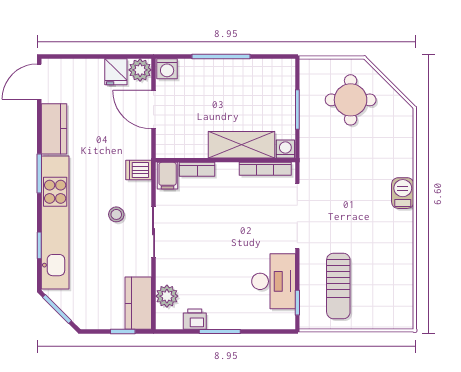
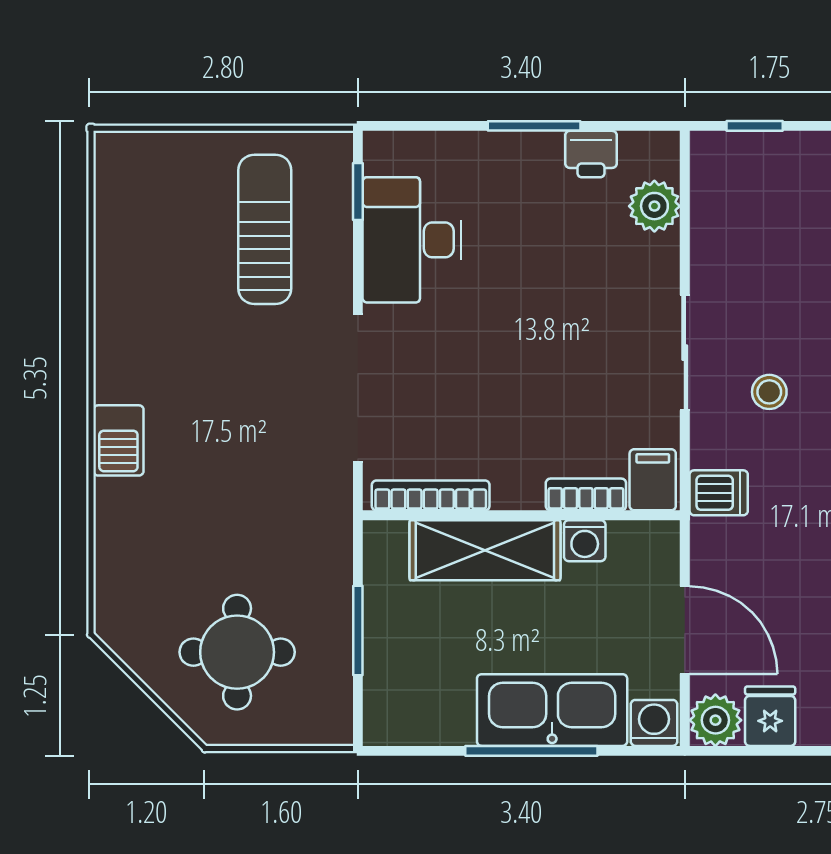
kitchen sink: (212, 74) -> (552, 710), added
washing machine: (285, 149) -> (585, 541), moved
kitchen counter: (138, 303) -> (719, 190), removed

